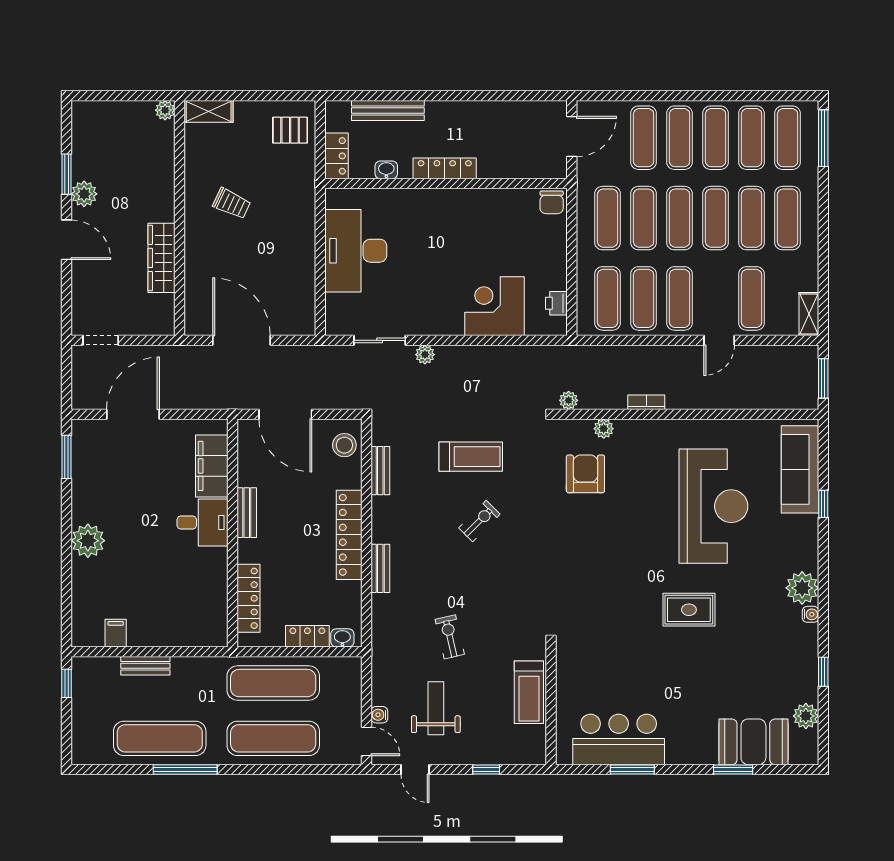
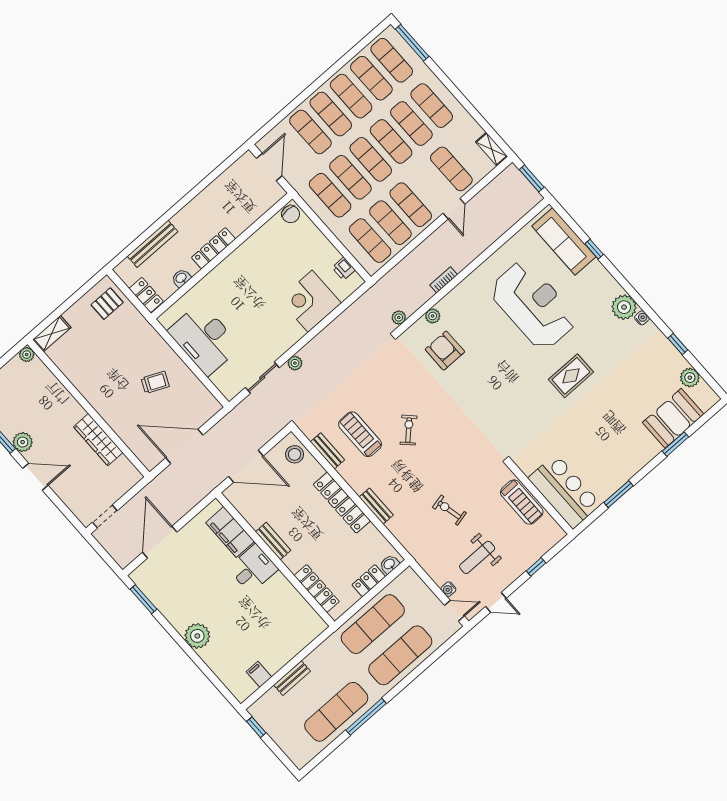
trolley: (232, 203) -> (155, 382), moved
treadmill: (471, 457) -> (360, 434), moved, turned -90
weight bench: (436, 708) -> (477, 557), turned -90
bar counter: (619, 739) -> (565, 491), moved, turned 90

